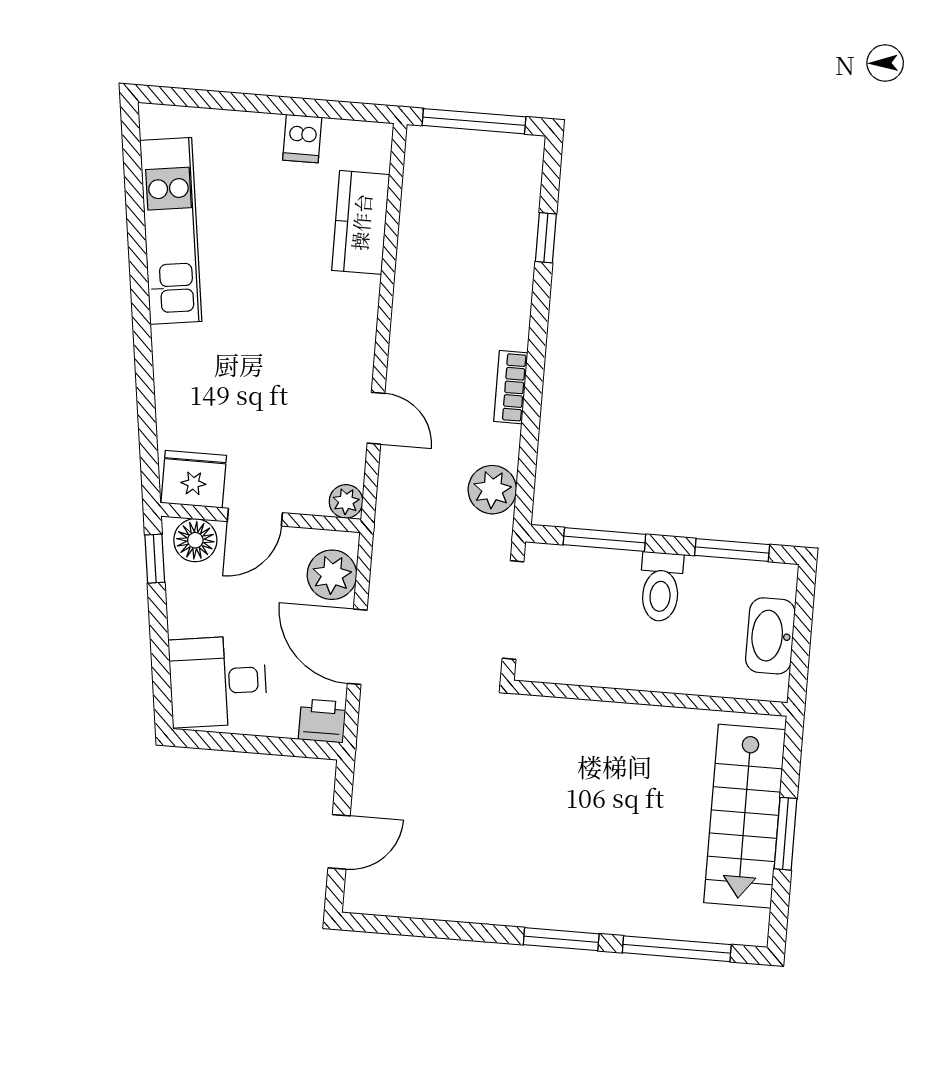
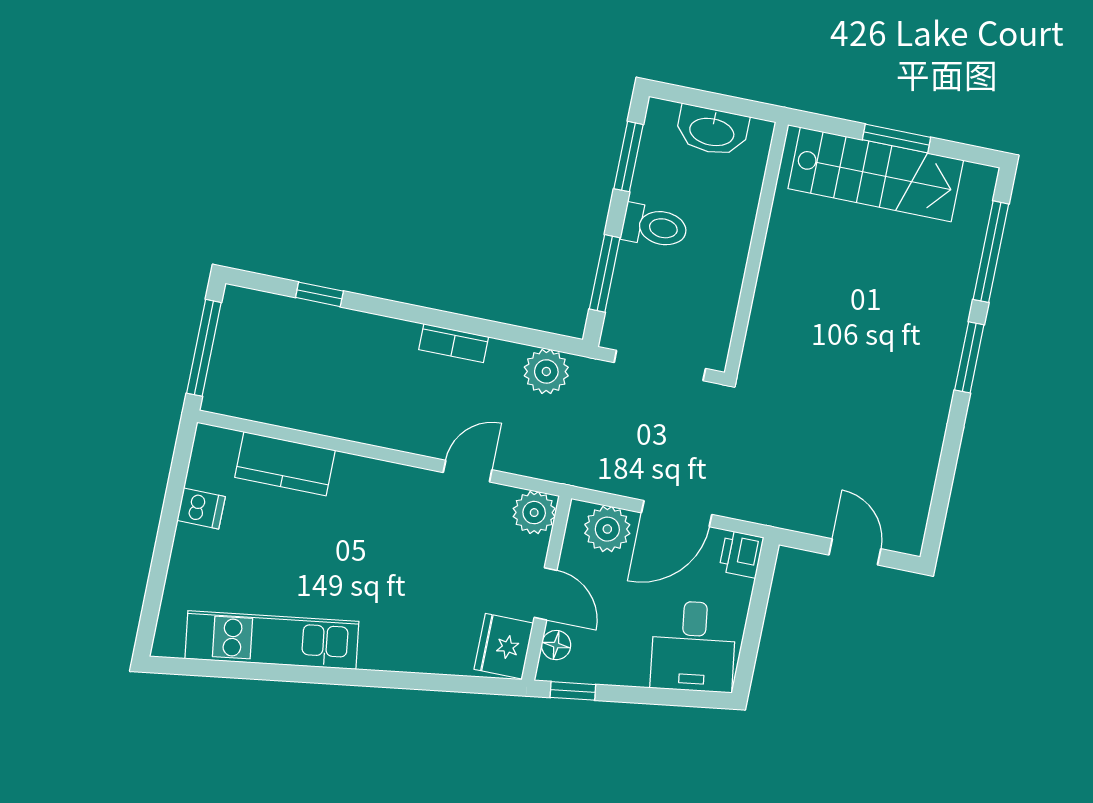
plant: (346, 501) -> (534, 513), width x1.38, depth x1.38
floor lamp: (195, 540) -> (556, 645), width x0.73, depth x0.73

